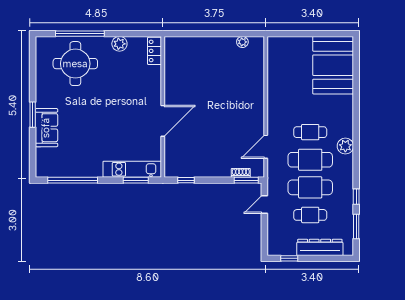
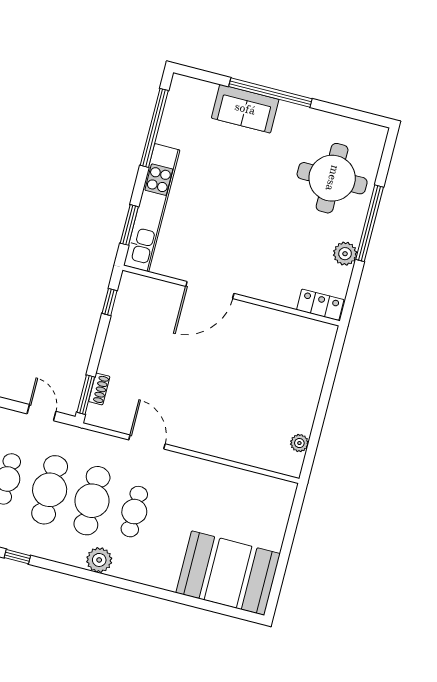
window: (80, 34) -> (370, 223), moved
window: (33, 115) -> (270, 93), width x2.11
door: (163, 121) -> (210, 290), hinge flipped
door: (266, 147) -> (147, 442), moved
kitchen unit: (132, 169) -> (152, 208), width x1.36

